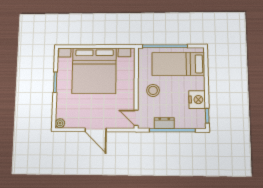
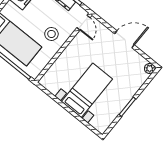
bed with nightstands: (94, 71) -> (87, 90), width x0.54
door: (96, 130) -> (124, 39), hinge flipped

